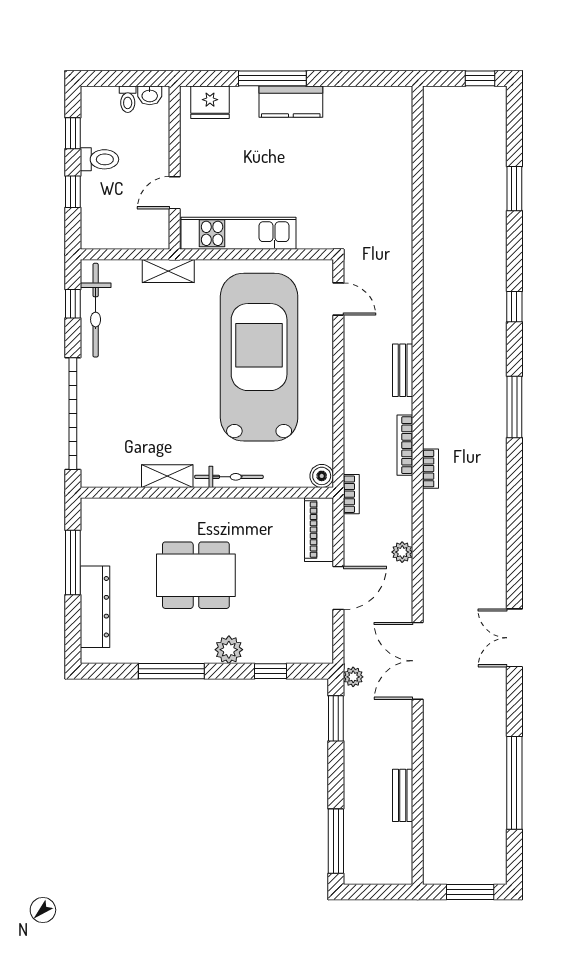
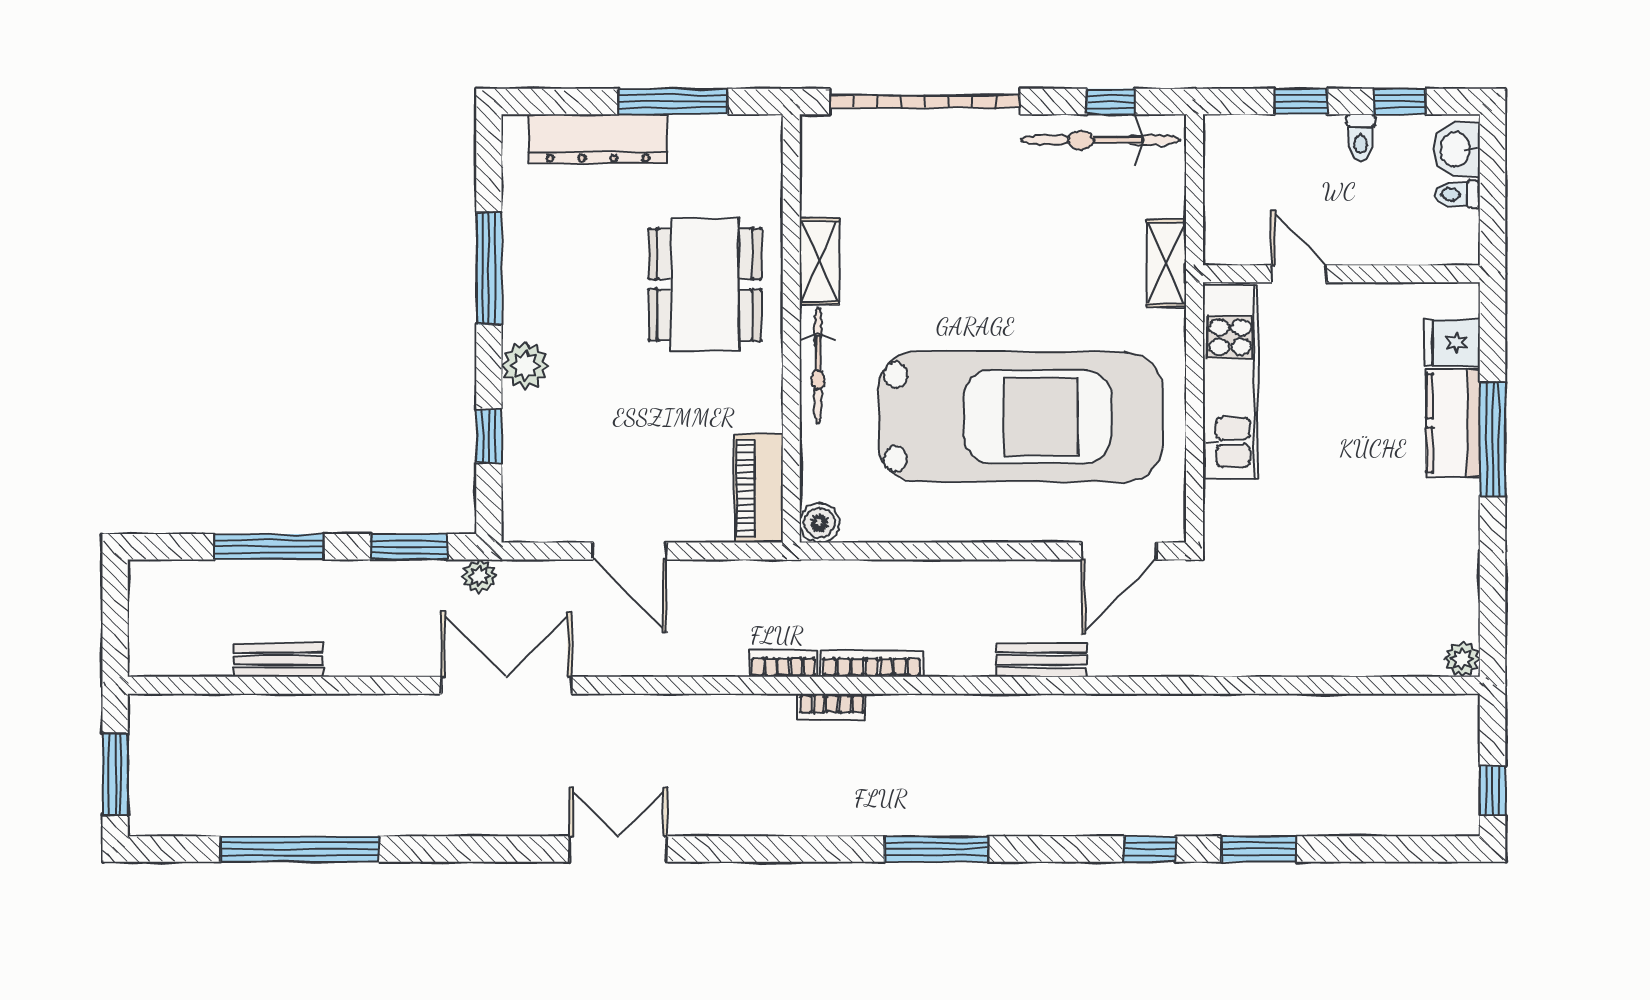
washbasin: (150, 95) -> (1457, 149), moved, width x1.38, depth x1.45
fridge: (210, 102) -> (1452, 343), width x0.72
kitchen counter: (291, 102) -> (1453, 423), moved
toilet: (99, 159) -> (1361, 138), width x0.73, depth x0.72
window: (514, 189) -> (1258, 849), moved
door: (338, 299) -> (1119, 551), width x1.38
window: (514, 307) -> (1150, 849), moved
bench: (403, 370) -> (1042, 660), moved
bookcase: (351, 494) -> (783, 663), moved, turned 180
piano: (319, 530) -> (759, 488), moved, turned -90
plant: (402, 552) -> (1462, 659), moved
dining table: (196, 575) -> (705, 284), moved
double door: (514, 638) -> (619, 849), moved
window: (336, 841) -> (269, 547), moved

